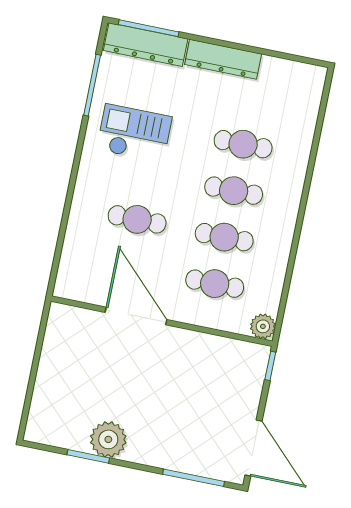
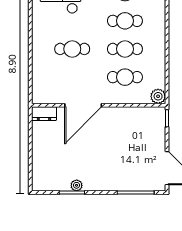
door: (136, 316) -> (83, 105), swing flipped
dresser: (69, 317) -> (44, 114), added
plant: (108, 439) -> (77, 185), width x0.53, depth x0.53

